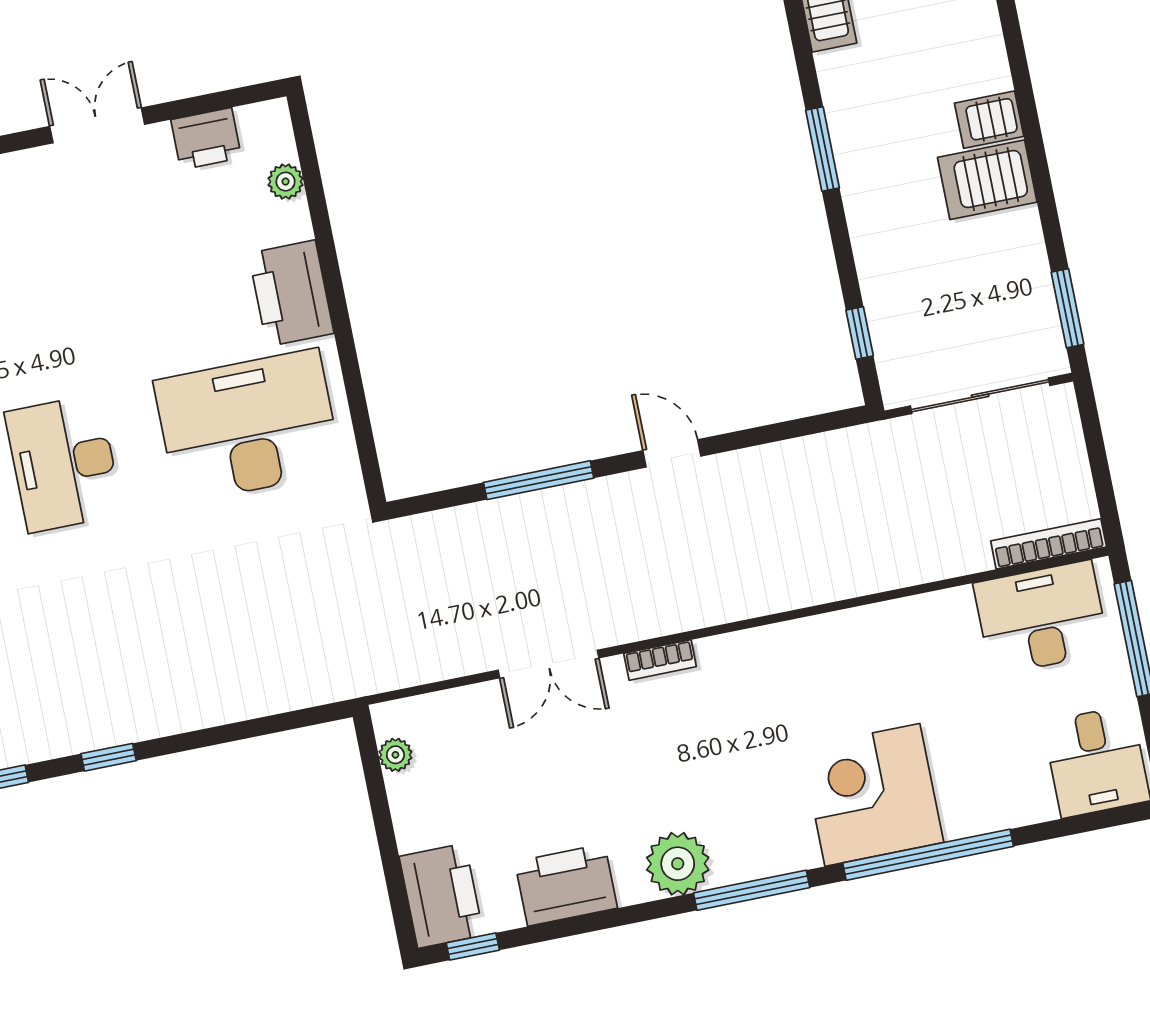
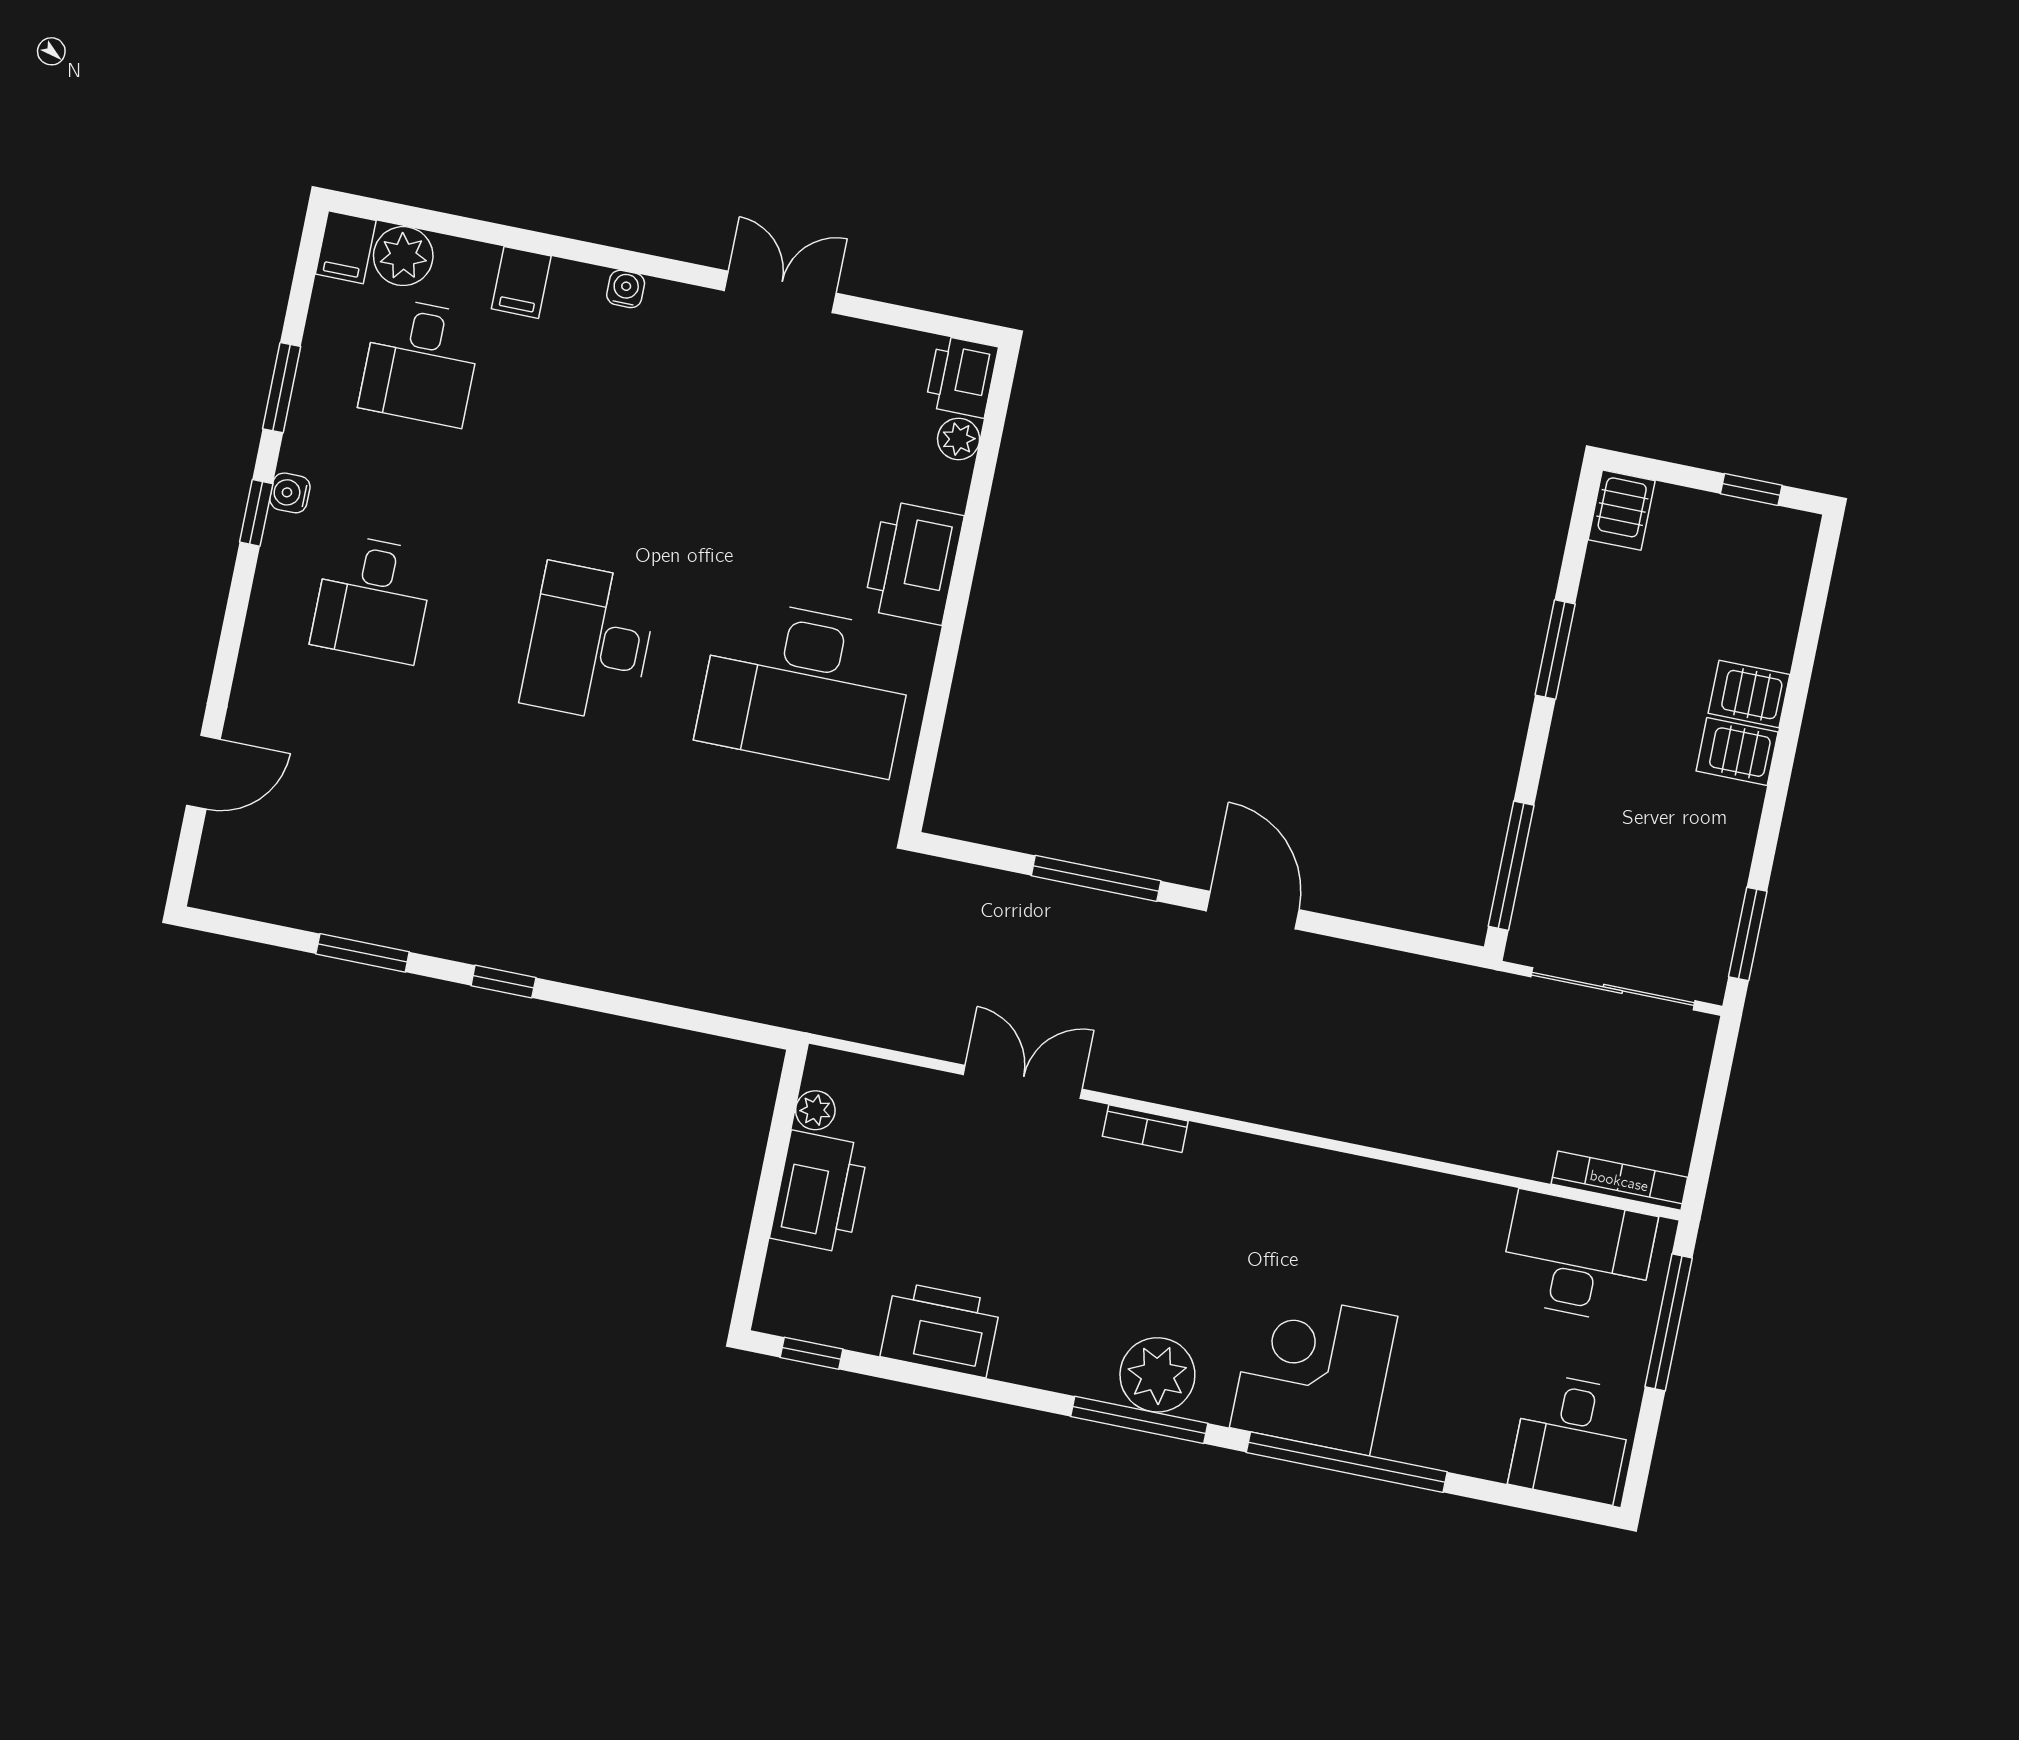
printer: (206, 139) -> (962, 377), moved, turned 90
server rack: (987, 180) -> (1737, 752), width x0.73, depth x0.70
window: (860, 333) -> (1511, 866), width x2.17
desk: (248, 426) -> (806, 687), turned 180
door: (672, 453) -> (1253, 910), width x1.38
double door: (549, 664) -> (1023, 1082), swing flipped
plant: (678, 864) -> (1157, 1375), moved
printer: (441, 896) -> (819, 1192), moved

